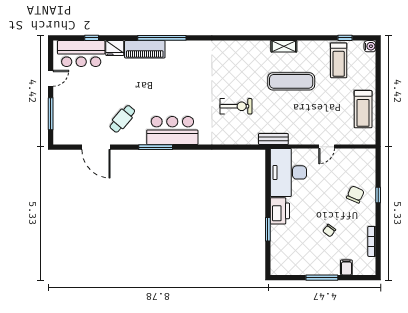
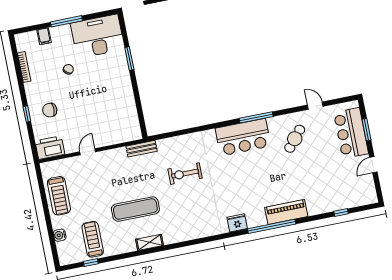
water cooler: (370, 46) -> (60, 235), moved
fridge: (115, 48) -> (237, 223), moved
bar counter: (81, 54) -> (351, 133), moved, turned -90
treadmill: (363, 109) -> (59, 196), turned 180
window: (51, 114) -> (366, 130), width x0.69
door: (96, 147) -> (315, 106), width x0.53
desk: (288, 172) -> (98, 36), moved, turned -90
chair: (355, 194) -> (50, 110), turned 66
printer: (280, 211) -> (50, 148), moved, turned 90

